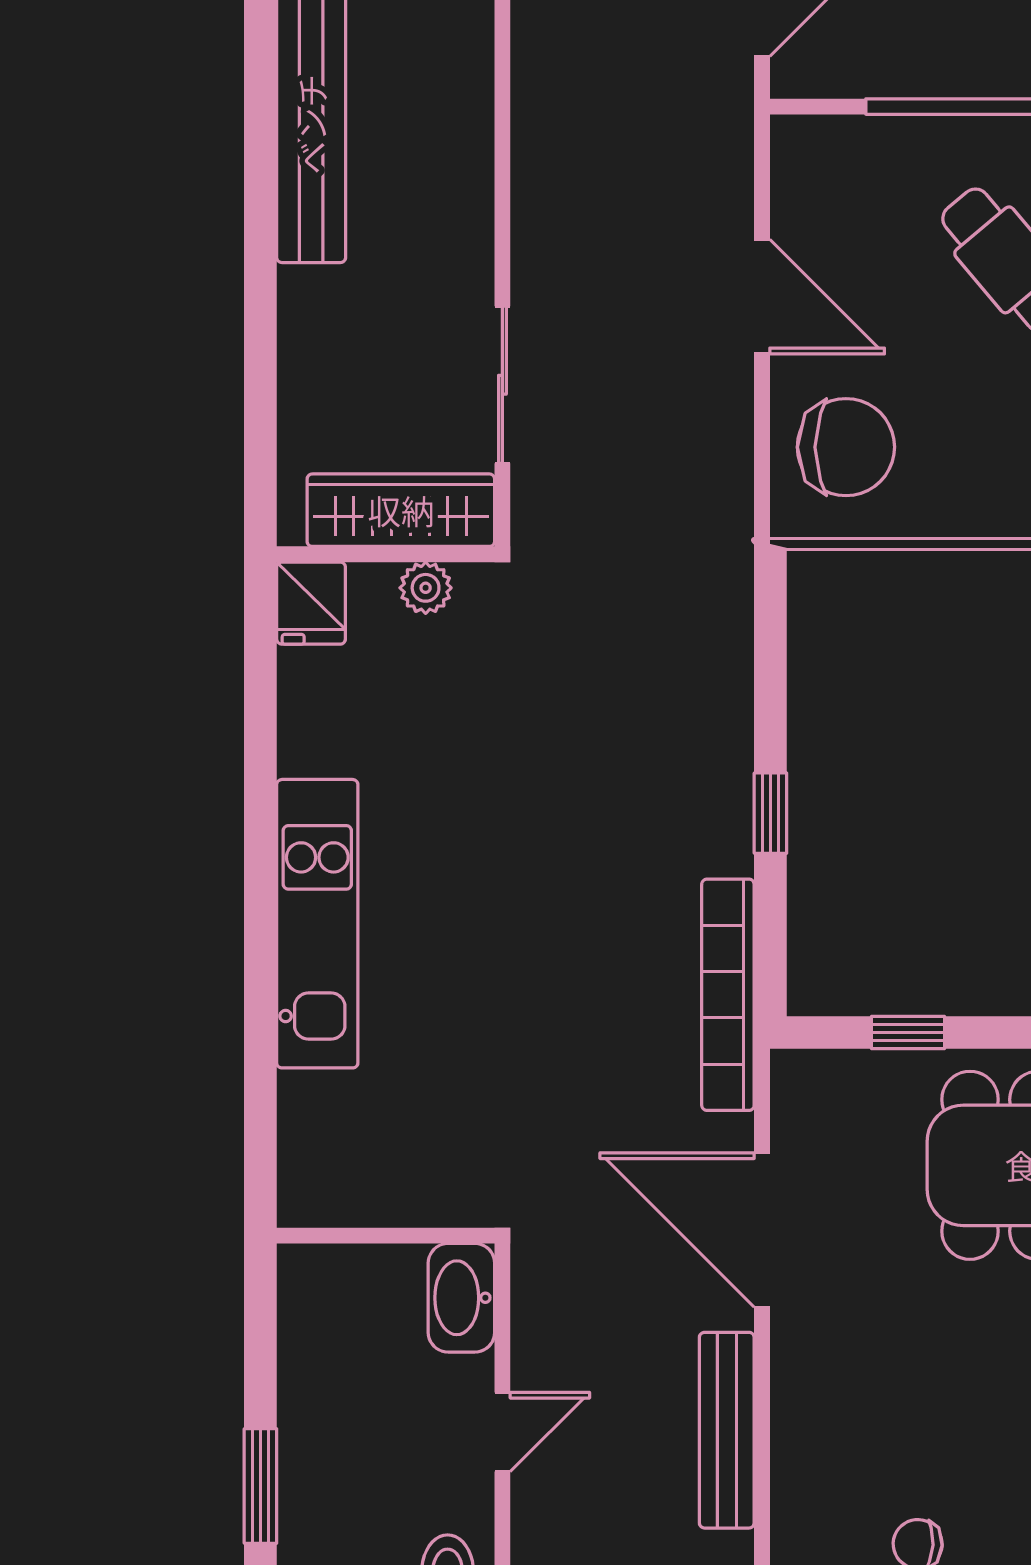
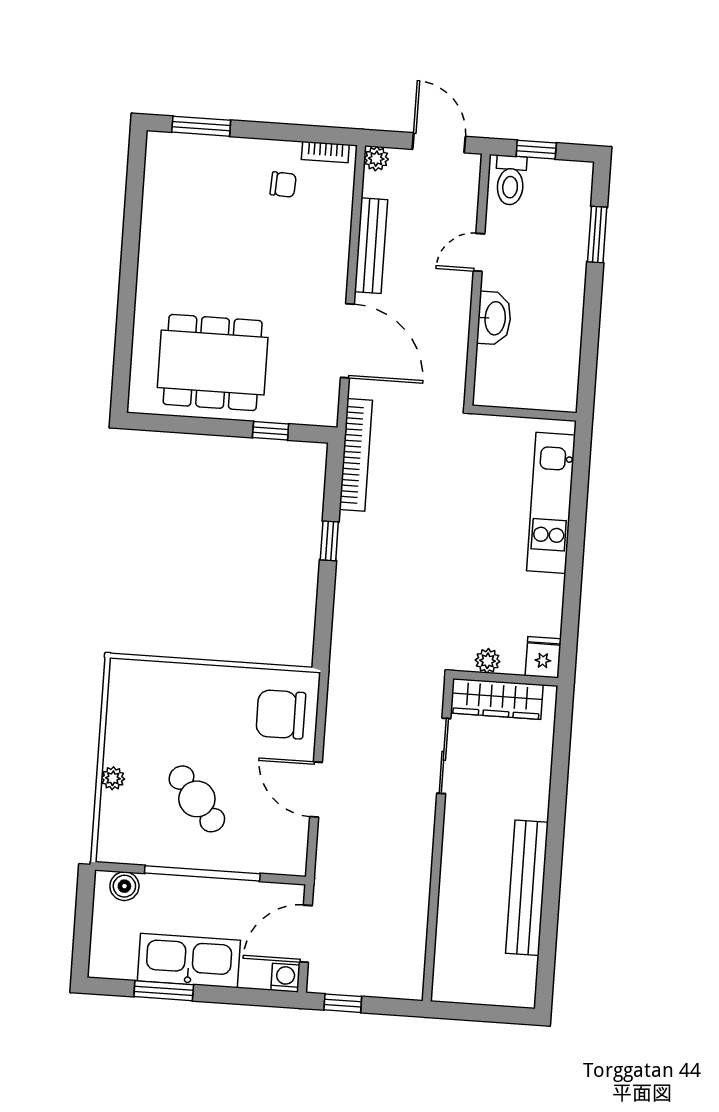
wall: (386, 1236) -> (524, 413), moved

